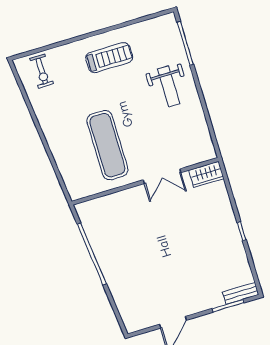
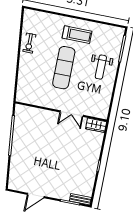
exercise bike: (42, 71) -> (29, 43), moved
exercise mat: (107, 145) -> (64, 68), moved

